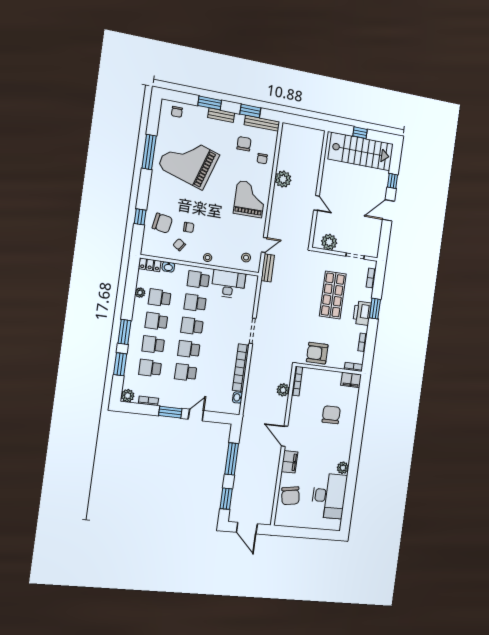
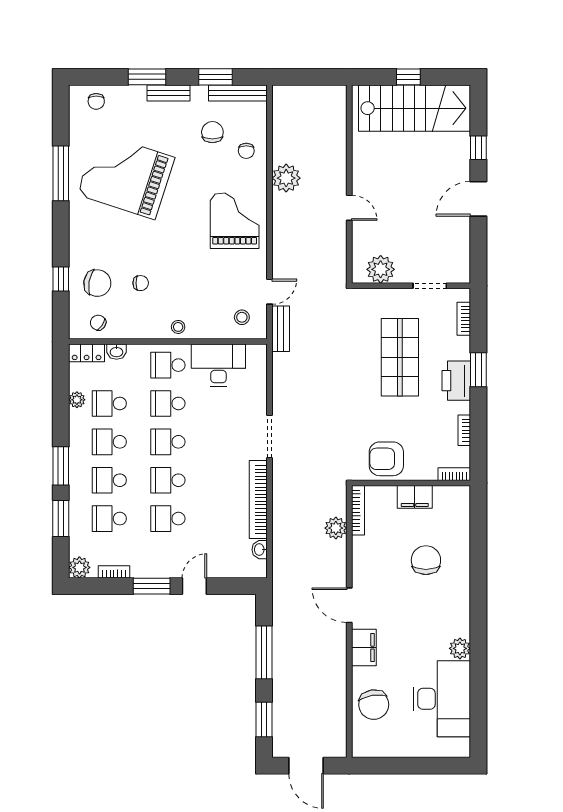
chair: (179, 245) -> (98, 323), moved
filing cabinet: (351, 380) -> (415, 497), moved

